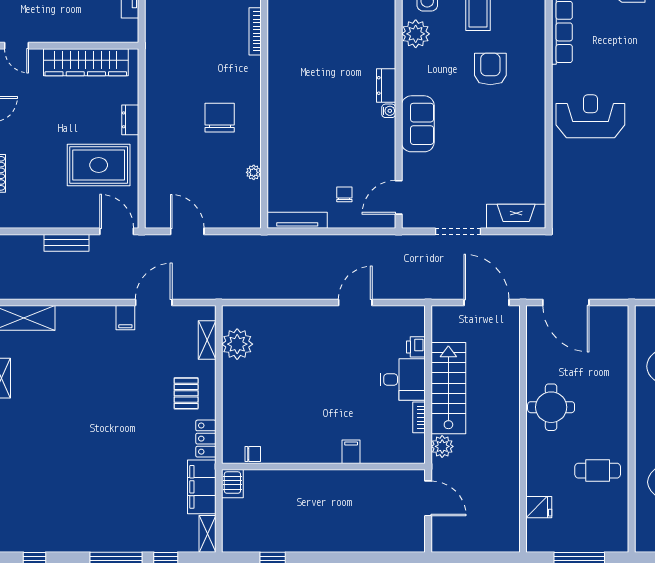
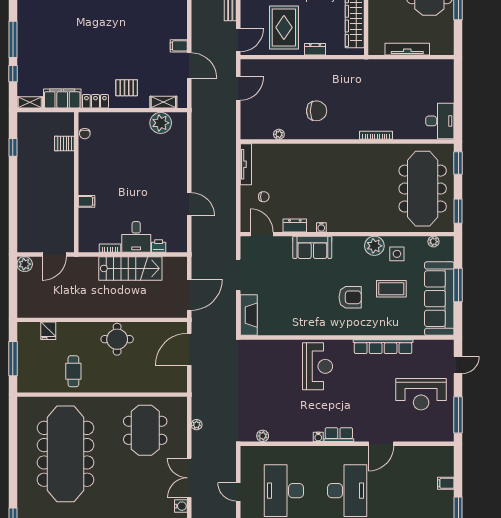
dresser: (386, 85) -> (295, 225), moved
plant: (442, 446) -> (25, 264), moved
server rack: (232, 484) -> (64, 143), moved

